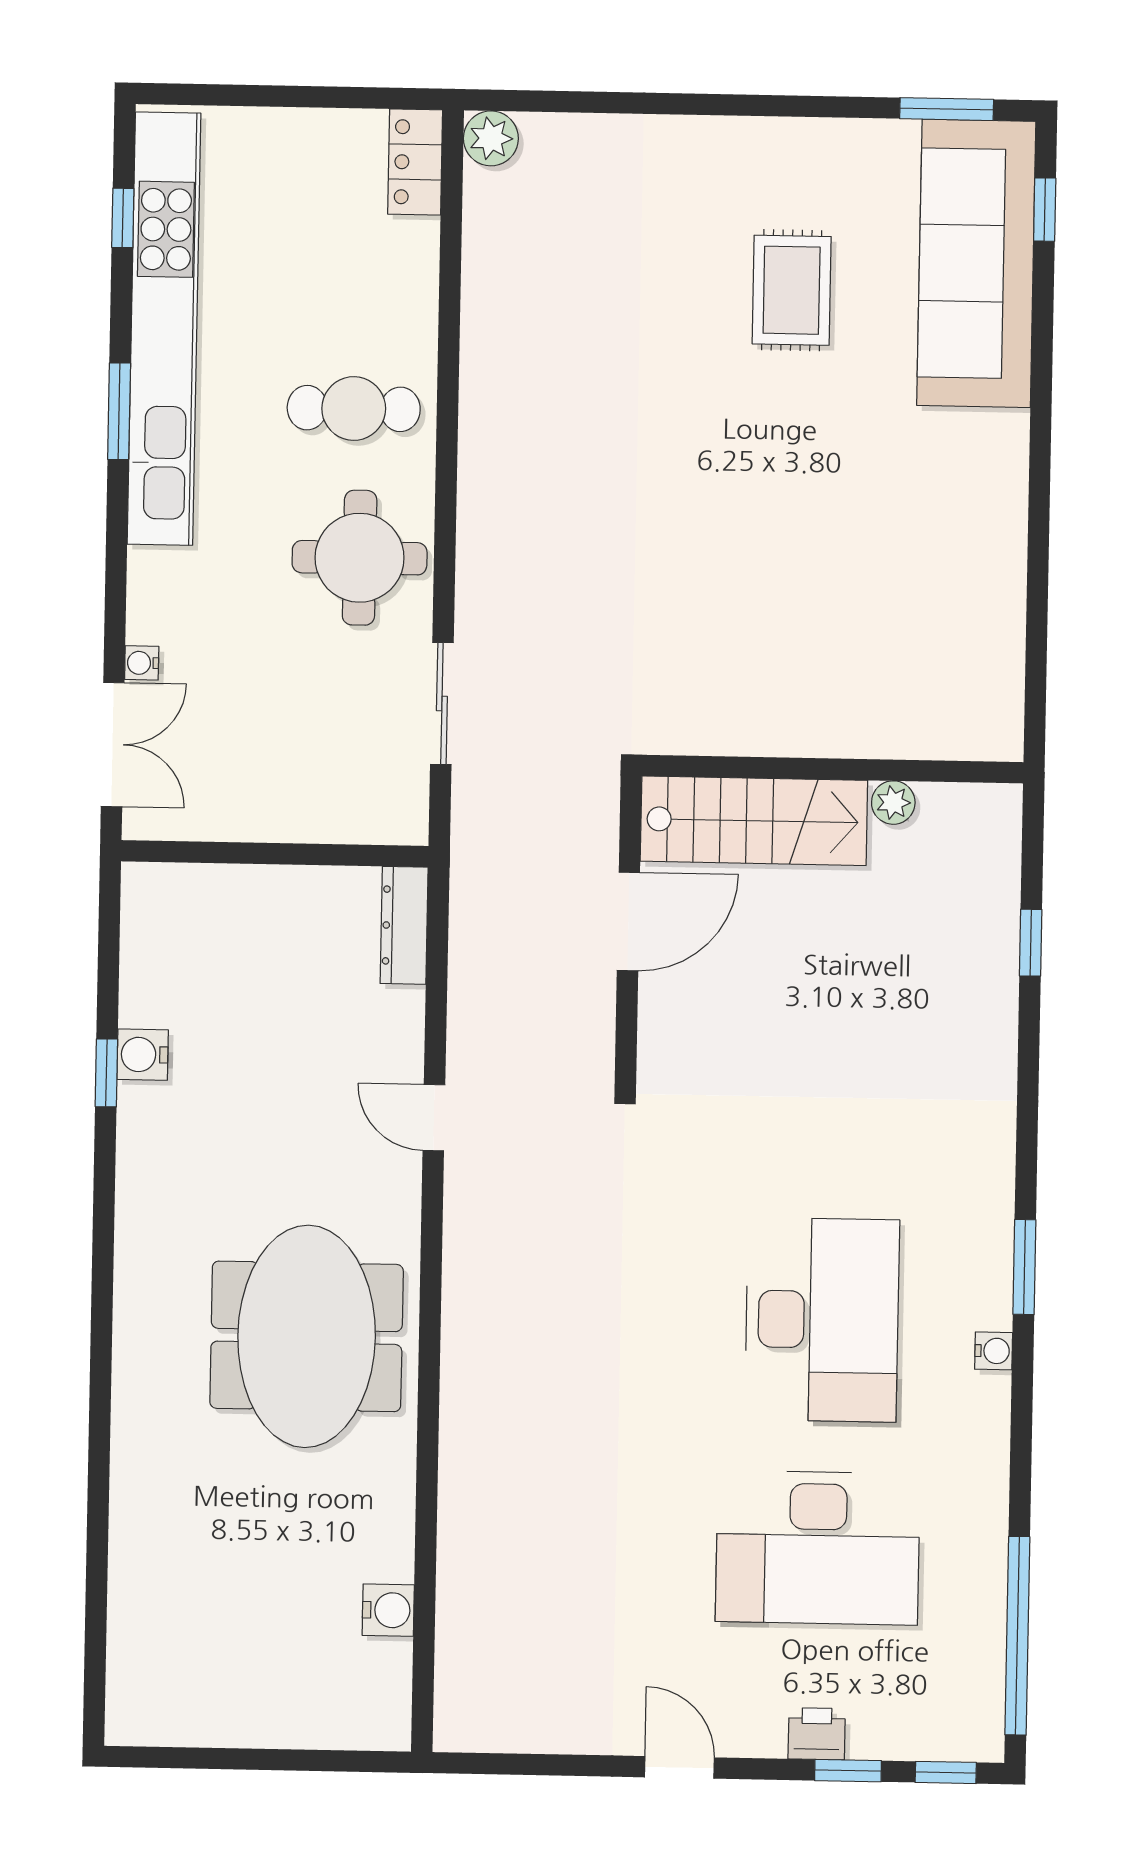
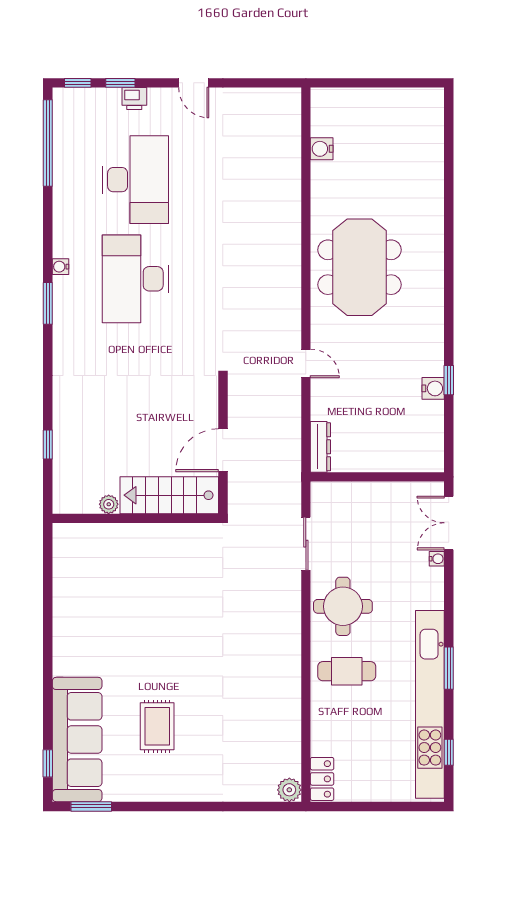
desk: (818, 1548) -> (135, 180), turned 90

